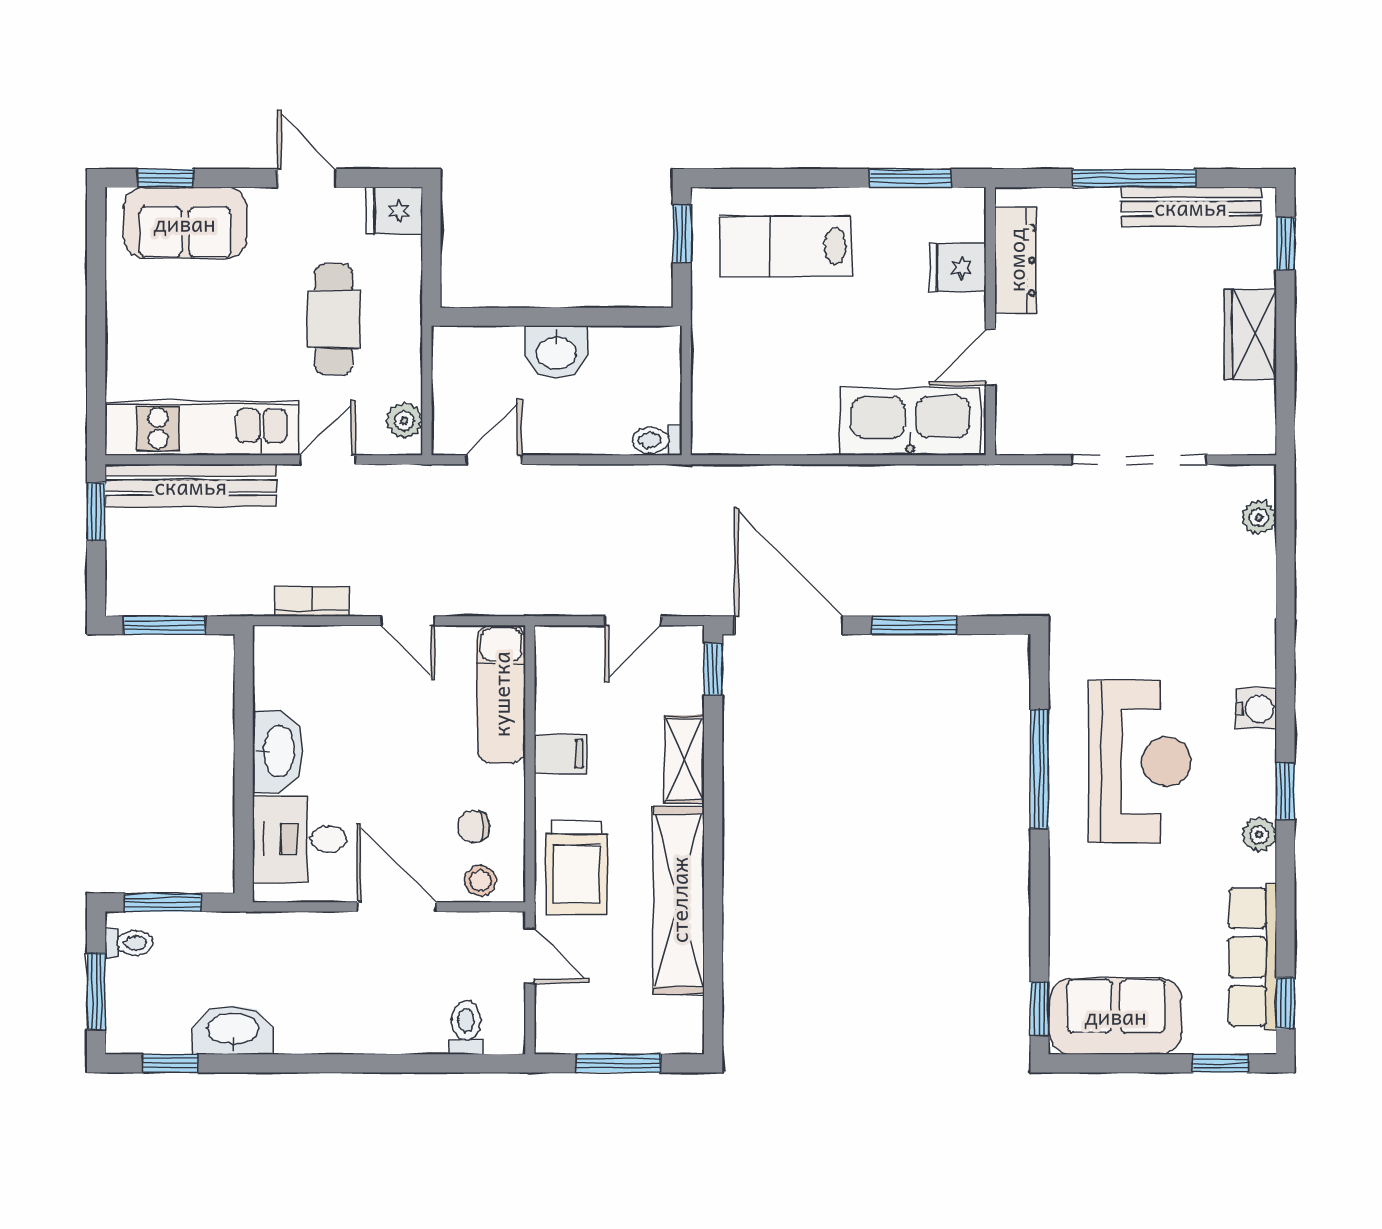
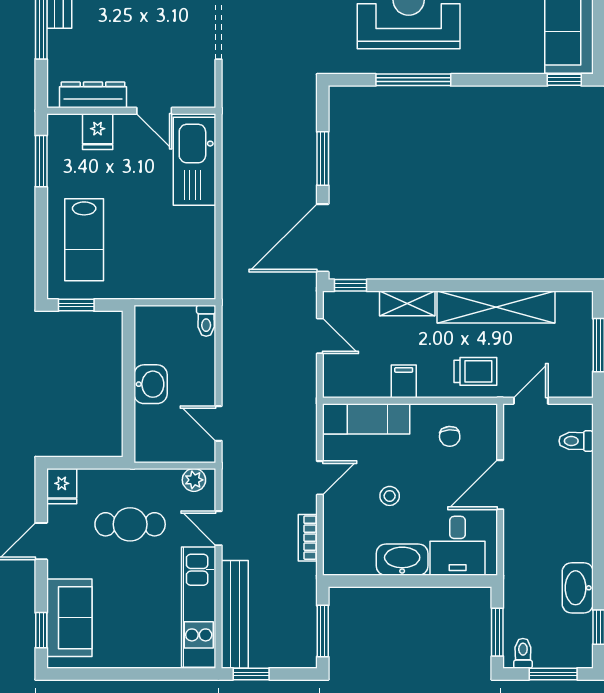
trolley: (577, 868) -> (475, 371), width x0.73, depth x0.72
stool: (480, 881) -> (390, 496), moved

